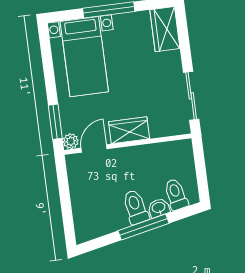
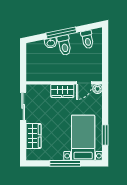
wardrobe: (165, 29) -> (33, 136), moved
window: (55, 122) -> (105, 135), moved
toilet: (176, 194) -> (87, 39), moved

